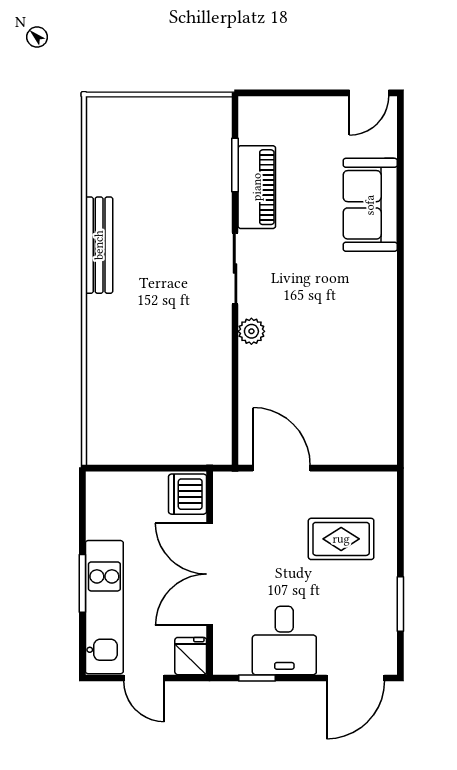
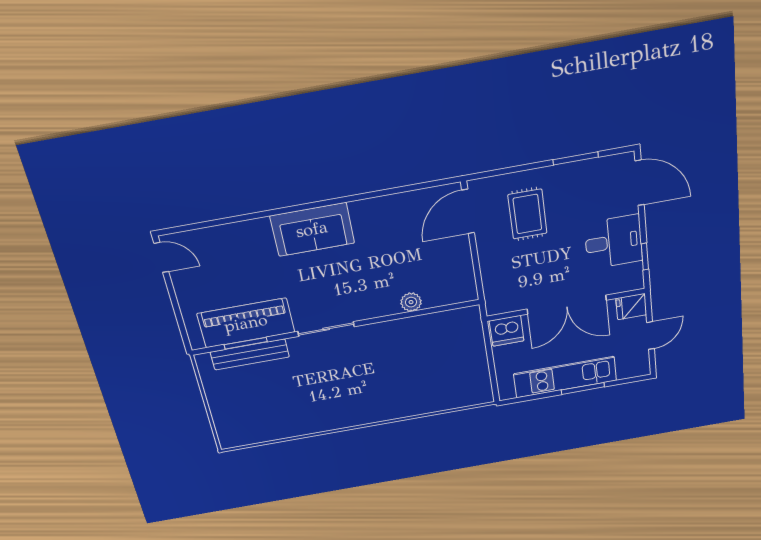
piano: (257, 187) -> (246, 323), width x1.37, depth x1.33
sofa: (370, 205) -> (312, 229), moved
bench: (99, 245) -> (250, 354), moved
plant: (251, 331) -> (411, 302), moved
door: (282, 468) -> (468, 211), moved
kitchen unit: (104, 607) -> (565, 377), moved

